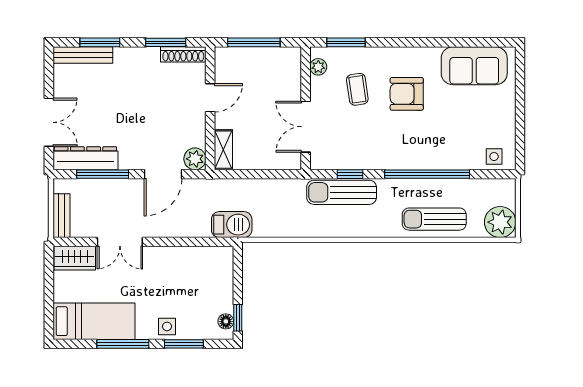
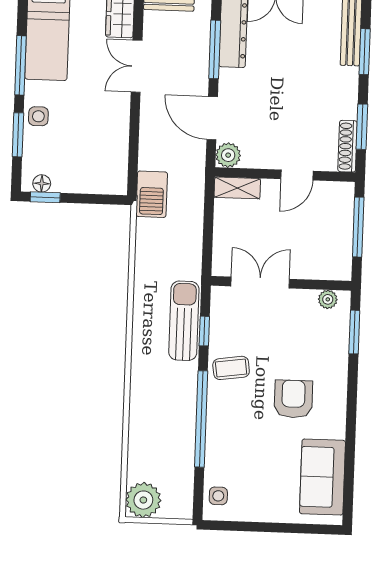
coffee table: (357, 89) -> (231, 368), moved
door: (210, 98) -> (297, 175), hinge flipped
sun lounger: (434, 219) -> (150, 425), removed

